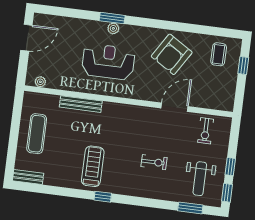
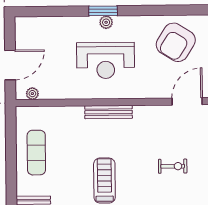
door: (26, 38) -> (10, 65), moved
reception desk: (108, 62) -> (106, 60), turned 180
bench: (81, 104) -> (109, 112), moved

